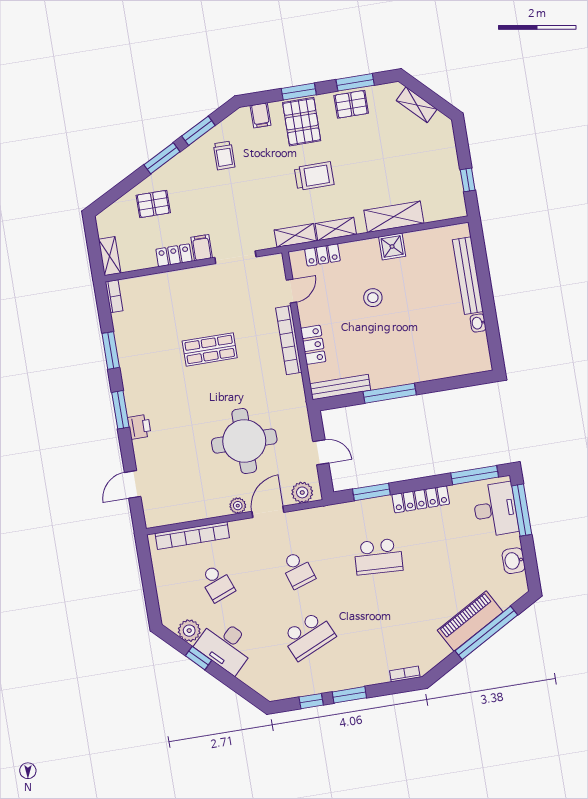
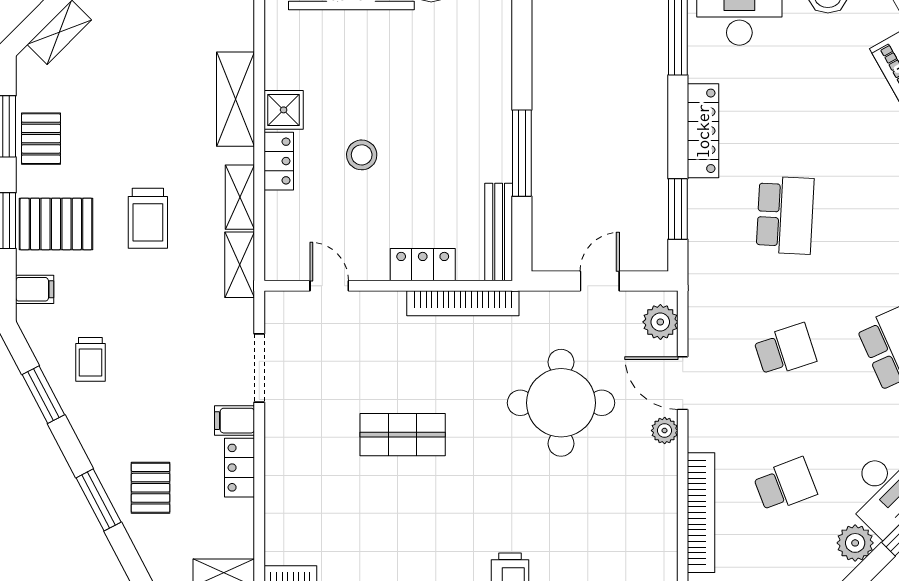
trolley: (224, 155) -> (90, 359), turned 90
window: (162, 158) -> (99, 500), moved
trolley: (314, 176) -> (148, 218), turned 180
locker: (322, 255) -> (279, 161), moved
bookcase: (289, 340) -> (463, 303), moved
shop shelf: (210, 349) -> (403, 435), turned 90

